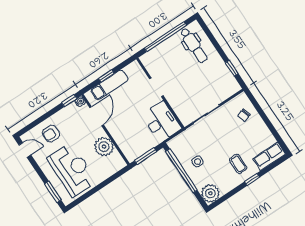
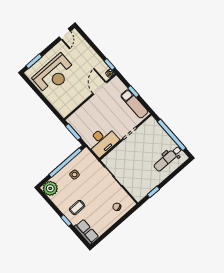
exam couch: (110, 85) -> (134, 104), moved
door: (97, 116) -> (100, 88), swing flipped
armchair: (51, 134) -> (81, 53), removed
plant: (104, 147) -> (76, 97), removed

